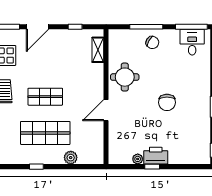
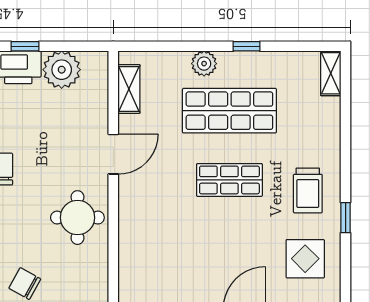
shelving: (98, 50) -> (129, 89), moved
plant: (71, 158) -> (204, 64), moved
plant: (138, 159) -> (62, 70), width x1.88, depth x1.88

